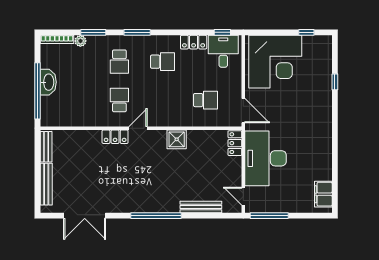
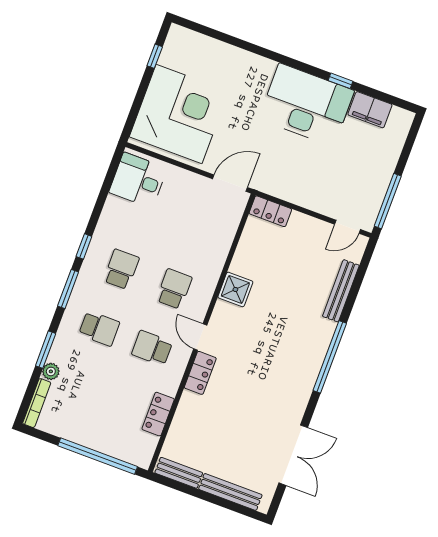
window: (222, 32) -> (84, 246), moved
locker: (194, 42) -> (158, 414), moved, turned 180
washbasin: (48, 82) -> (91, 437), removed
window: (335, 82) -> (340, 81), moved
school desk: (205, 100) -> (174, 289), moved
desk: (266, 158) -> (306, 105), moved, turned 180
filing cabinet: (323, 194) -> (370, 110), moved

